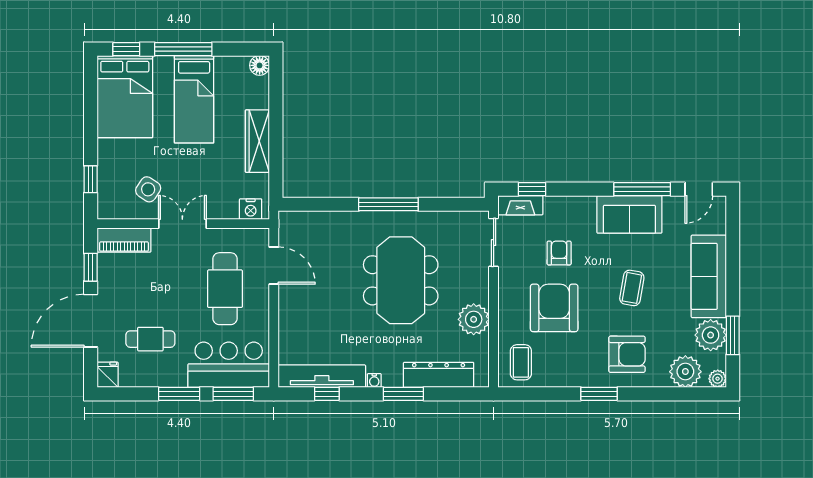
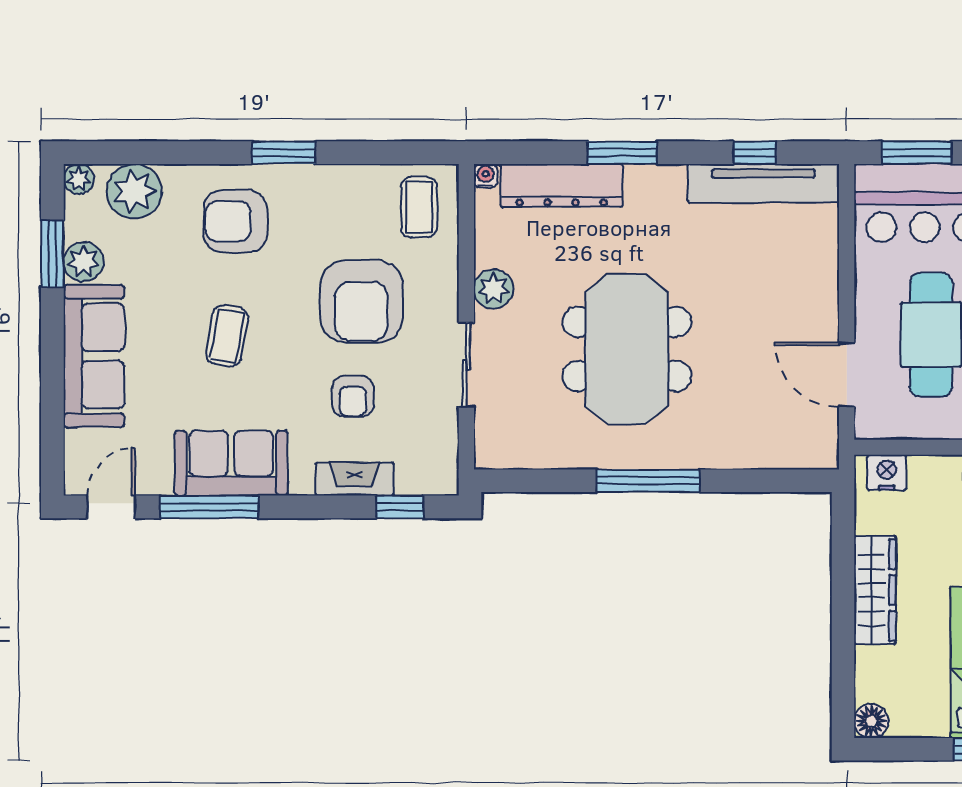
fireplace: (520, 205) -> (354, 479), moved
sliding door: (494, 242) -> (466, 365), moved
plant: (474, 319) -> (494, 289), width x0.73, depth x0.73
plant: (711, 335) -> (84, 262), width x0.73, depth x0.73
water cooler: (374, 381) -> (486, 176), moved

